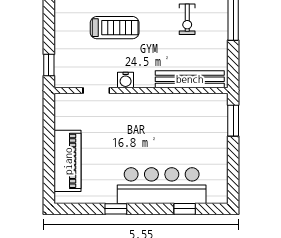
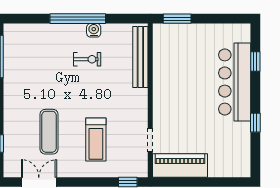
treadmill: (115, 28) -> (96, 140), moved, turned 180
water cooler: (126, 80) -> (94, 30), moved, turned -90
piano: (68, 161) -> (180, 165), moved

